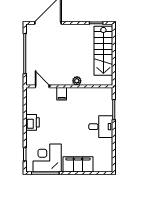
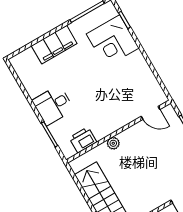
filing cabinet: (62, 94) -> (122, 117), removed
printer: (32, 122) -> (83, 140), moved, turned 90
corner desk: (47, 158) -> (113, 41), moved, turned 90

